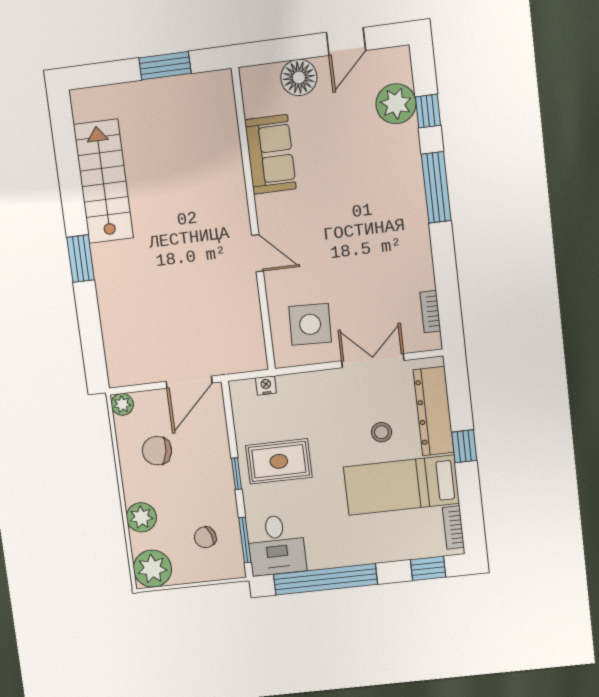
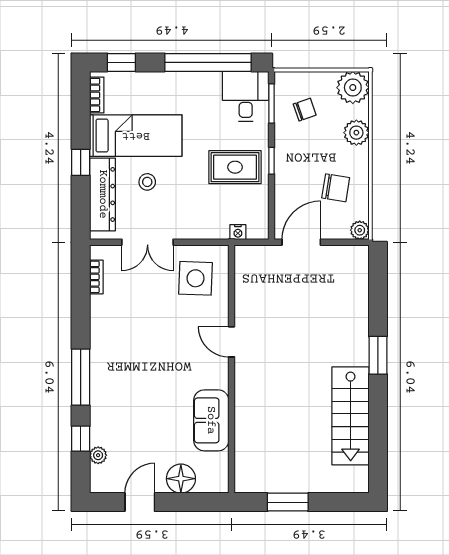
plant: (396, 104) -> (98, 455), width x0.53, depth x0.53

